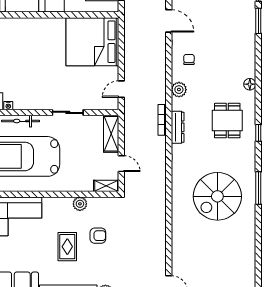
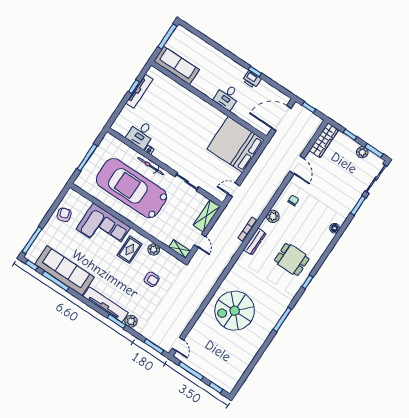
floor lamp: (250, 84) -> (335, 228), moved
dining table: (227, 121) -> (292, 259), turned 90
spiral stairs: (217, 196) -> (235, 311), moved
rug: (67, 247) -> (130, 250), moved

